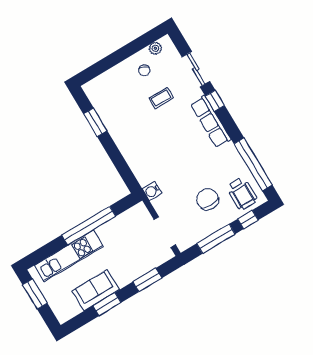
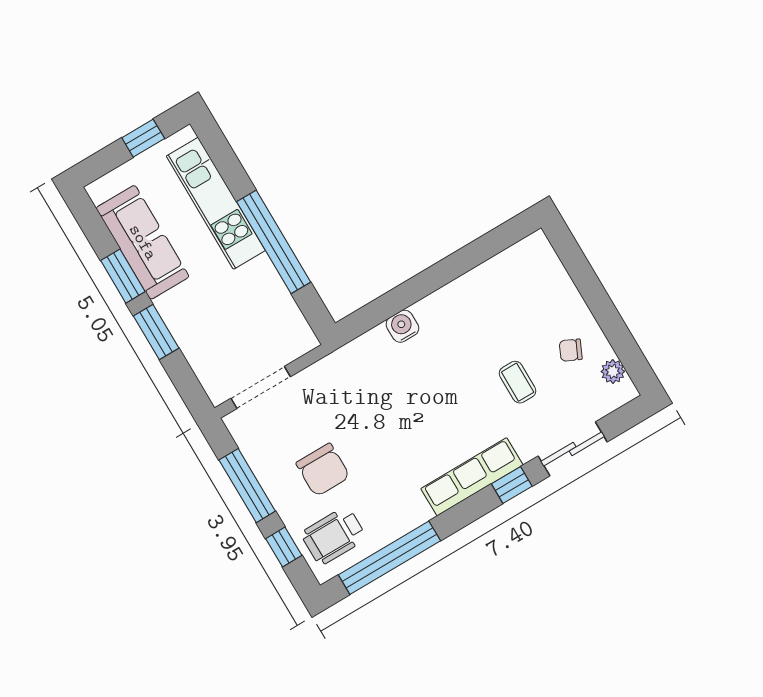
window: (95, 122) -> (472, 256), removed
water cooler: (152, 191) -> (402, 326), moved
chair: (207, 199) -> (323, 470), turned 90
window: (147, 280) -> (156, 332), moved
sofa: (96, 290) -> (143, 242), width x1.36
window: (35, 294) -> (143, 138), width x0.67

